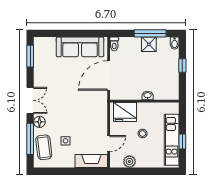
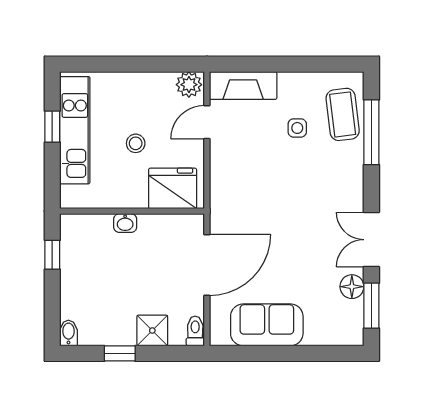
window: (150, 33) -> (120, 353), width x0.46
shower: (149, 44) -> (152, 331), moved
sofa: (80, 47) -> (267, 325), width x0.73
window: (182, 66) -> (52, 255), moved
double door: (30, 100) -> (371, 240), moved
floor lamp: (39, 122) -> (352, 287), moved
plant: (129, 162) -> (189, 85), moved

